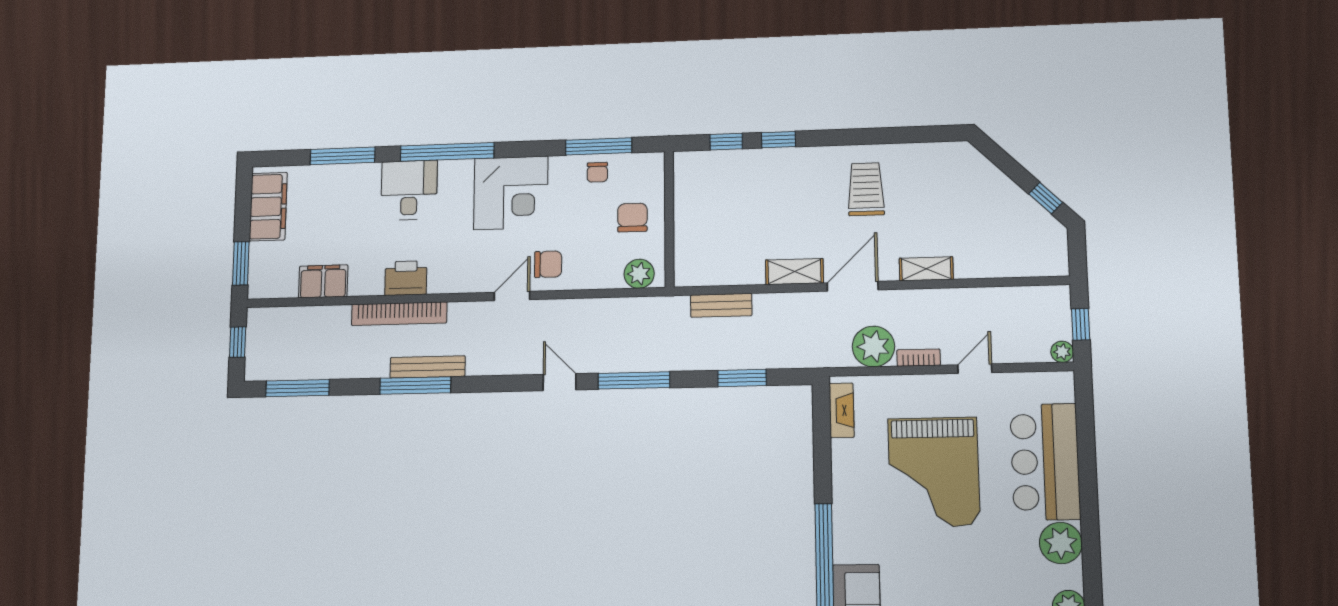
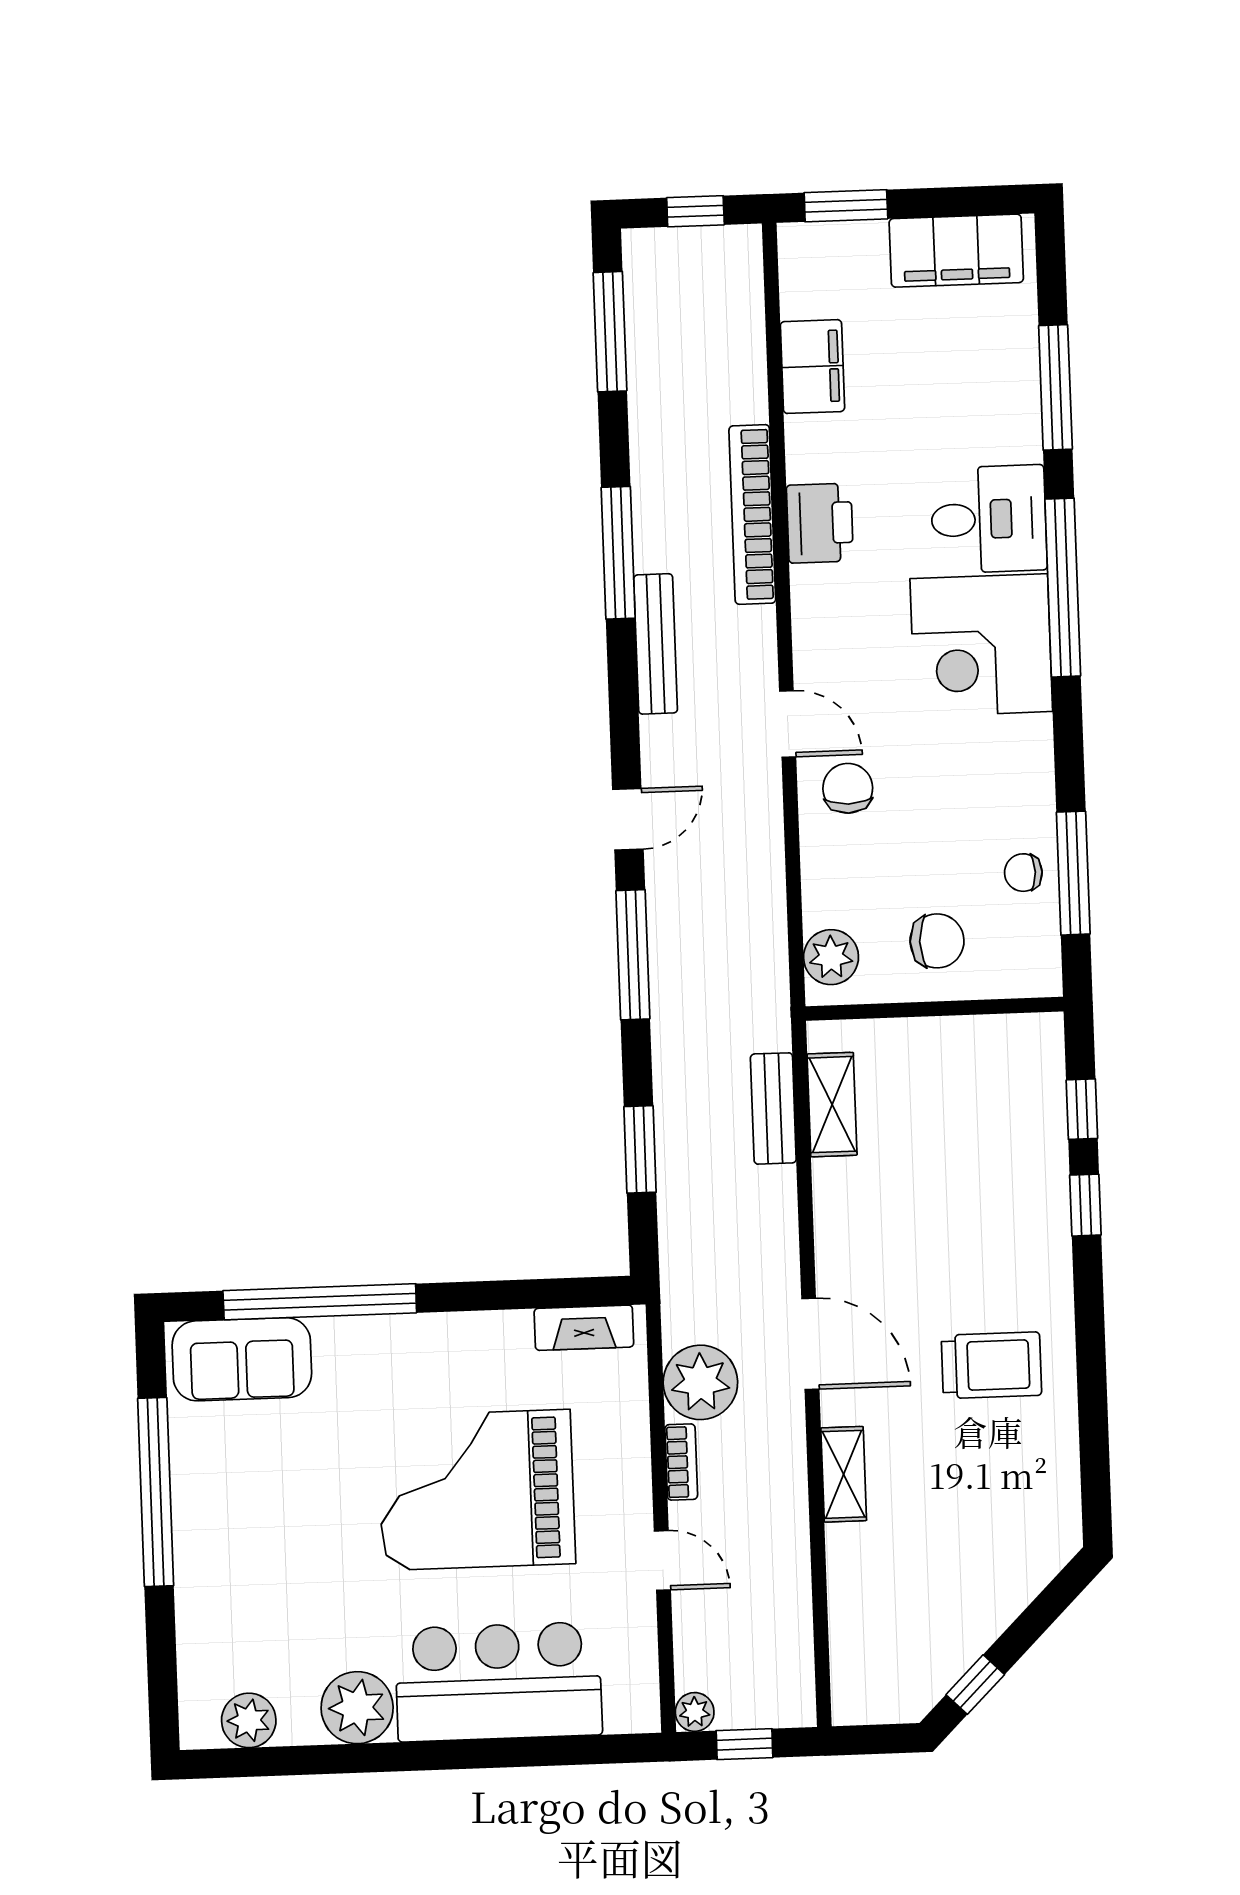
corner desk: (511, 193) -> (981, 645), moved
chair: (548, 264) -> (848, 788), turned 180
shelving: (794, 272) -> (832, 1105), moved
bench: (428, 367) -> (656, 644), moved

